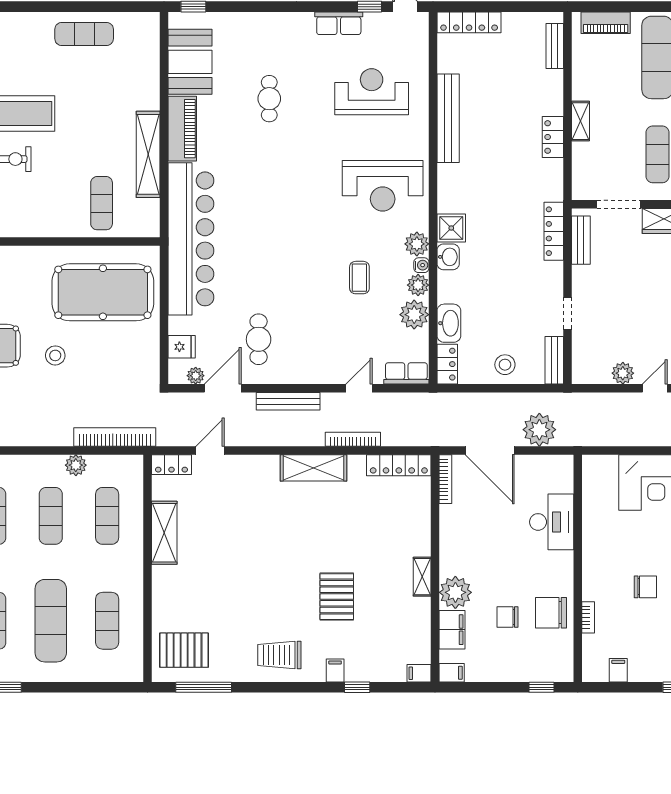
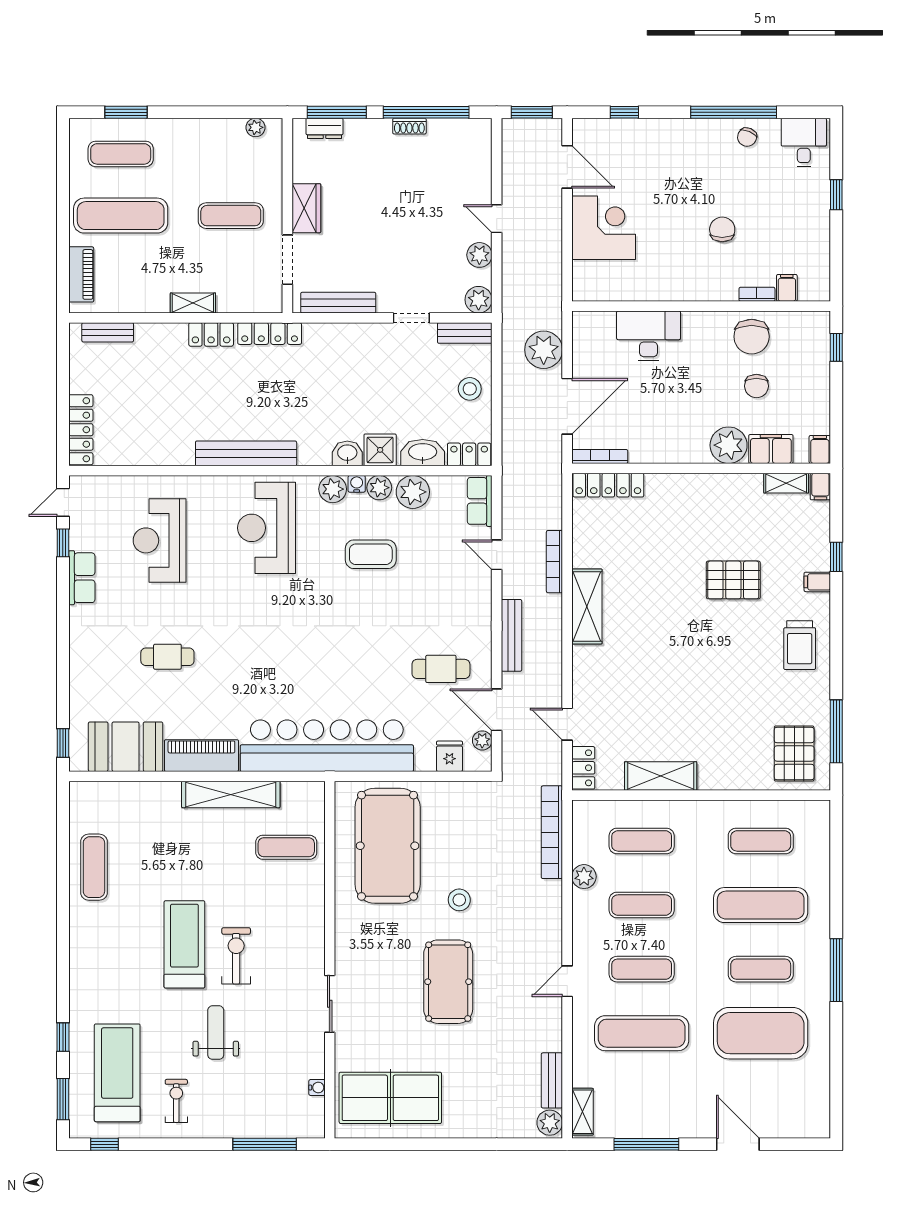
bench: (448, 118) -> (246, 453), moved
reception desk: (383, 186) -> (267, 528), turned 180
shower: (451, 228) -> (380, 450), moved
locker: (554, 231) -> (270, 334), moved
bench: (581, 240) -> (338, 303), width x1.36
coffee table: (359, 278) -> (371, 554), width x1.36, depth x1.30
plant: (583, 372) -> (479, 300), added
locker: (399, 465) -> (608, 485), moved, turned 90
shelving: (422, 577) -> (786, 483), moved
filing cabinet: (618, 670) -> (787, 288), moved, turned 90

